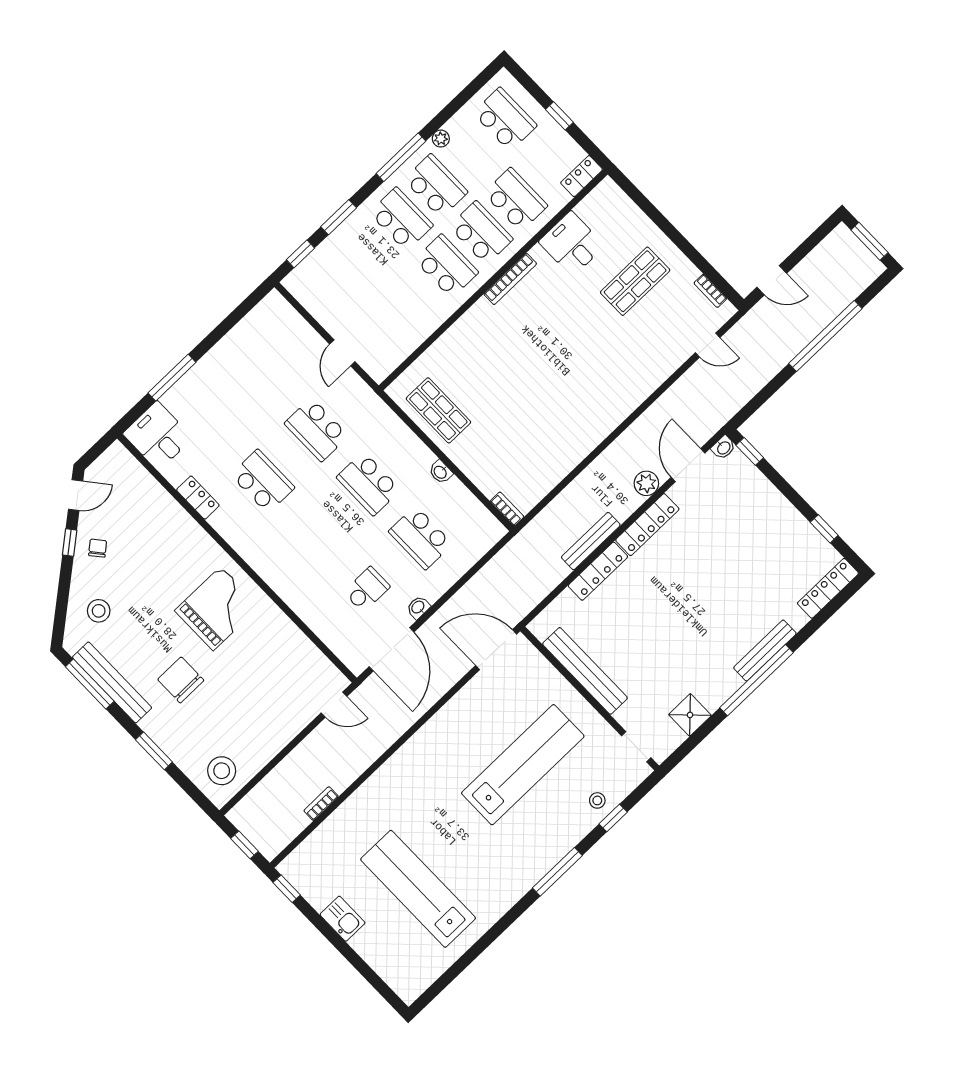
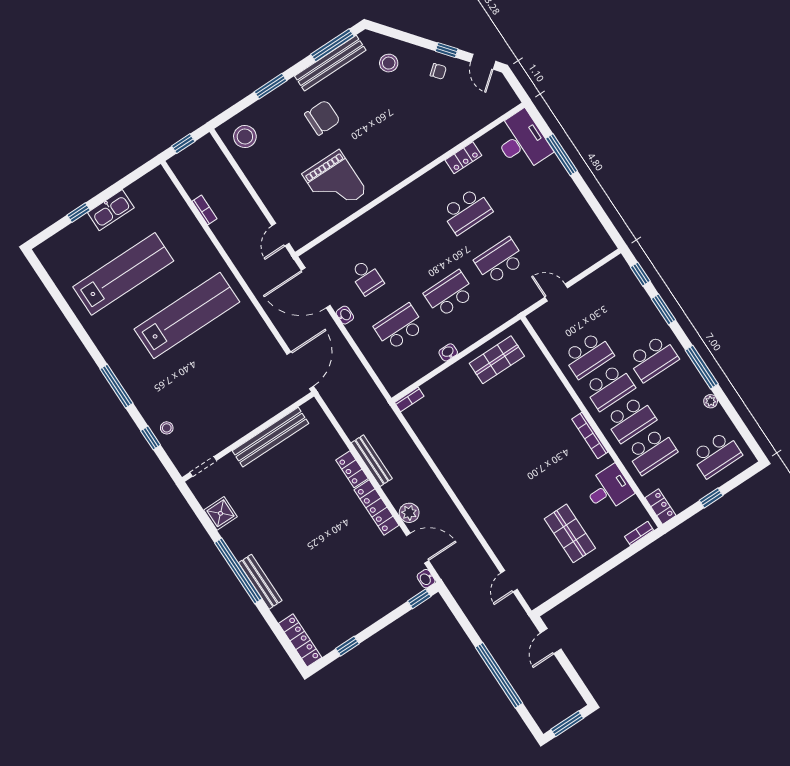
school desk: (436, 186) -> (588, 355), moved
bookcase: (710, 291) -> (639, 533), moved
desk: (158, 436) -> (522, 141), width x1.37
locker: (598, 571) -> (352, 469), width x0.66
grand piano: (217, 608) -> (335, 183), moved
lab bench: (523, 765) -> (187, 315), moved, turned -90
window: (287, 889) -> (79, 213), moved
kitchen sink: (343, 919) -> (111, 210), width x1.38

